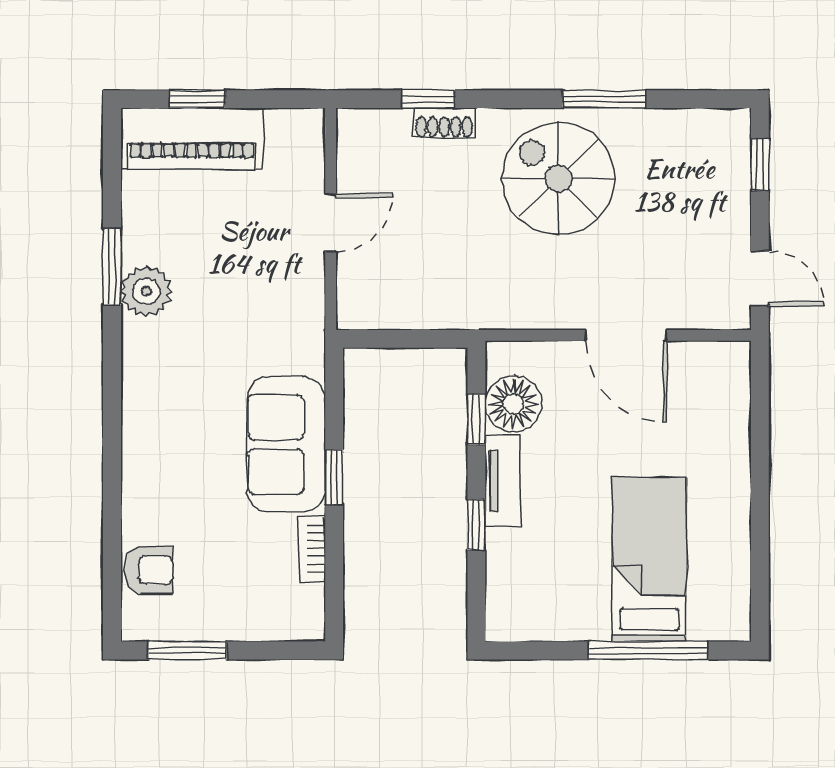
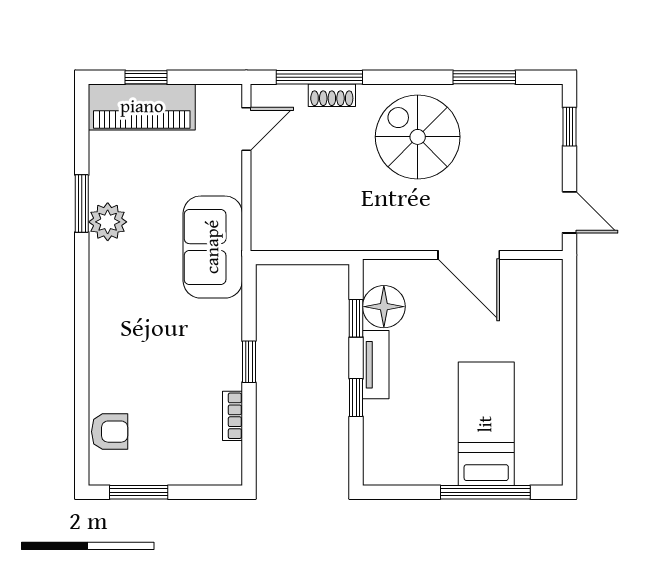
window: (428, 99) -> (319, 77), width x2.17
window: (604, 99) -> (484, 77), moved
door: (331, 223) -> (246, 129), moved
sofa: (286, 444) -> (213, 247), moved

